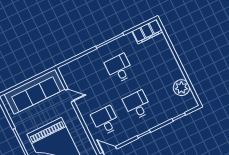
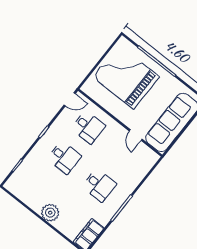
plant: (181, 88) -> (50, 213), moved
door: (70, 95) -> (136, 135), hinge flipped

